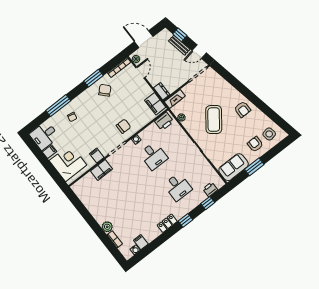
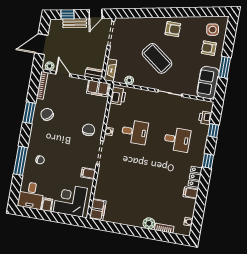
filing cabinet: (102, 170) -> (98, 210), moved
filing cabinet: (141, 242) -> (191, 193), moved

